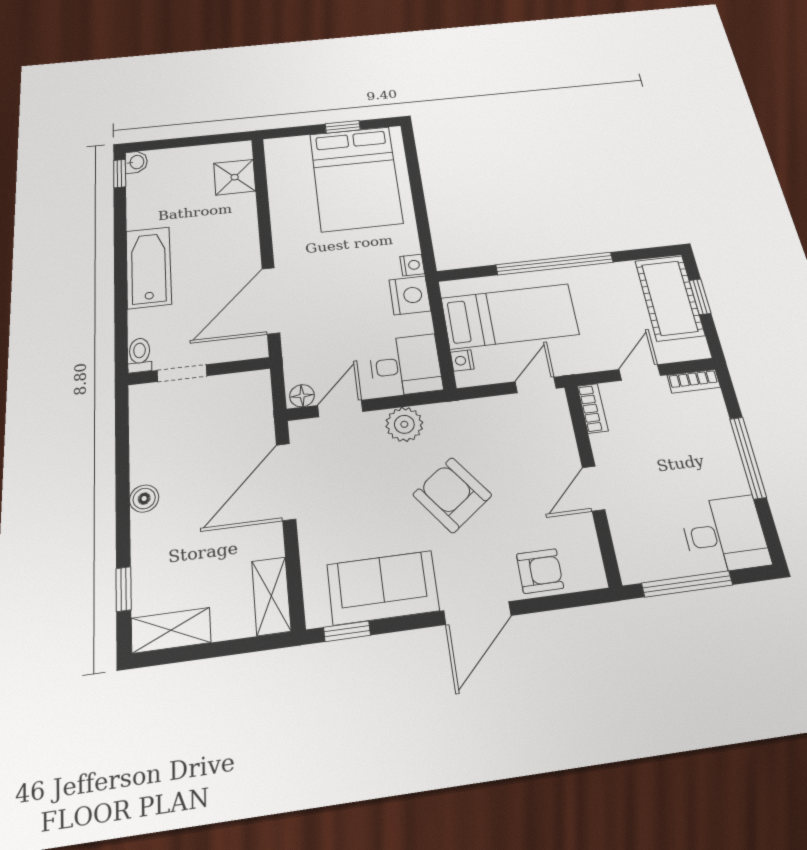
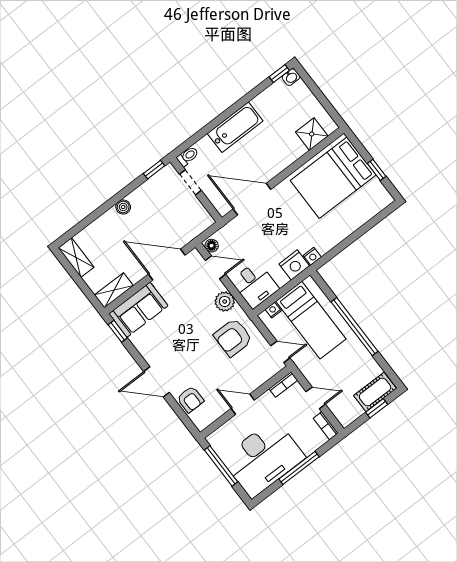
bed: (356, 178) -> (333, 178), moved
cot: (670, 298) -> (375, 392), width x0.73, depth x0.75
armchair: (452, 495) -> (233, 337), moved, turned -143
desk: (725, 534) -> (263, 458), width x1.87, depth x1.30
sofa: (383, 588) -> (138, 310), moved, turned 90
window: (124, 589) -> (154, 170), moved

